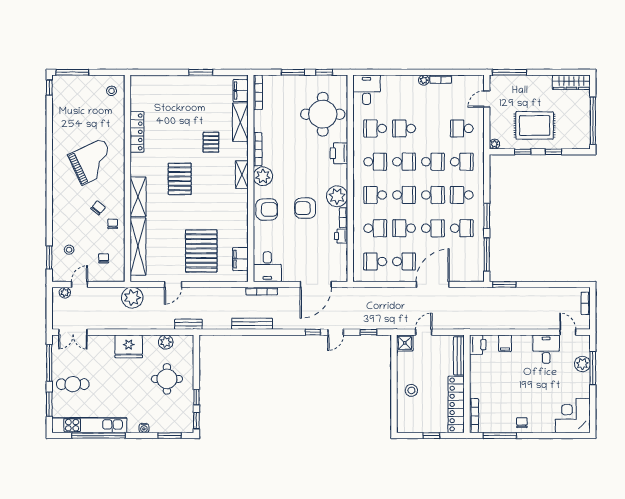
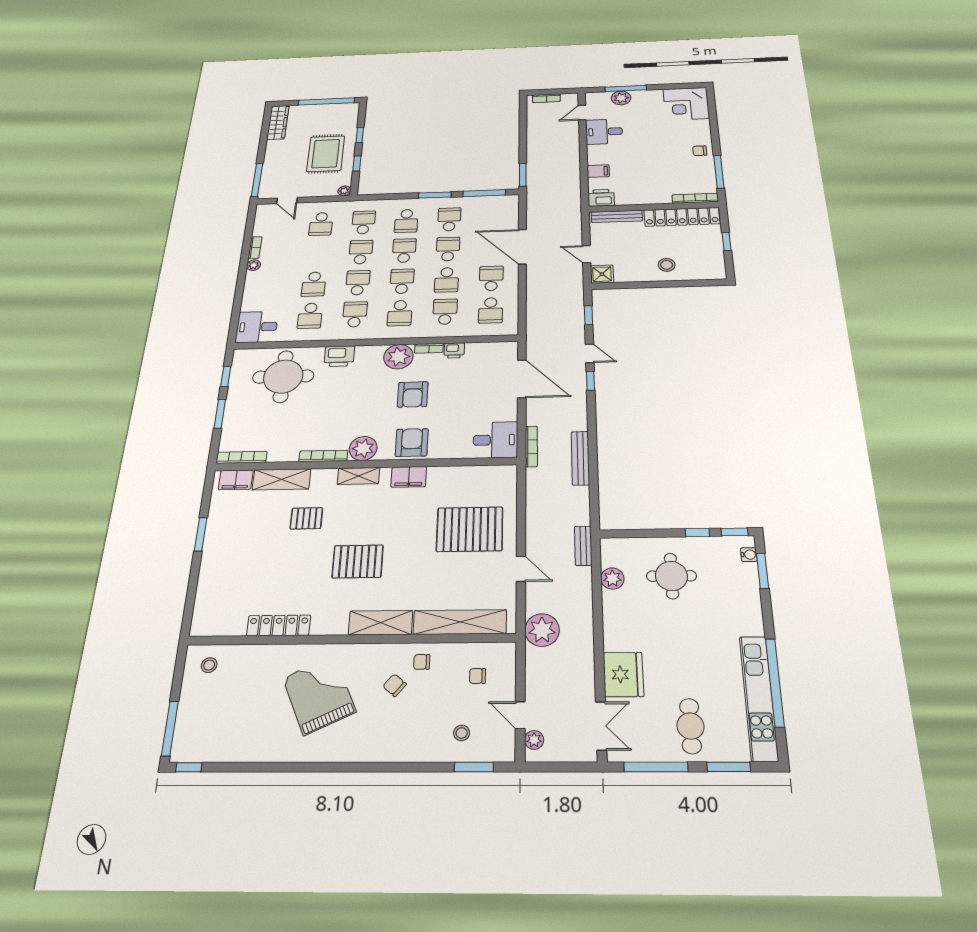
filing cabinet: (240, 259) -> (409, 477), moved
fridge: (129, 346) -> (623, 674), moved
water cooler: (144, 428) -> (749, 555), moved

